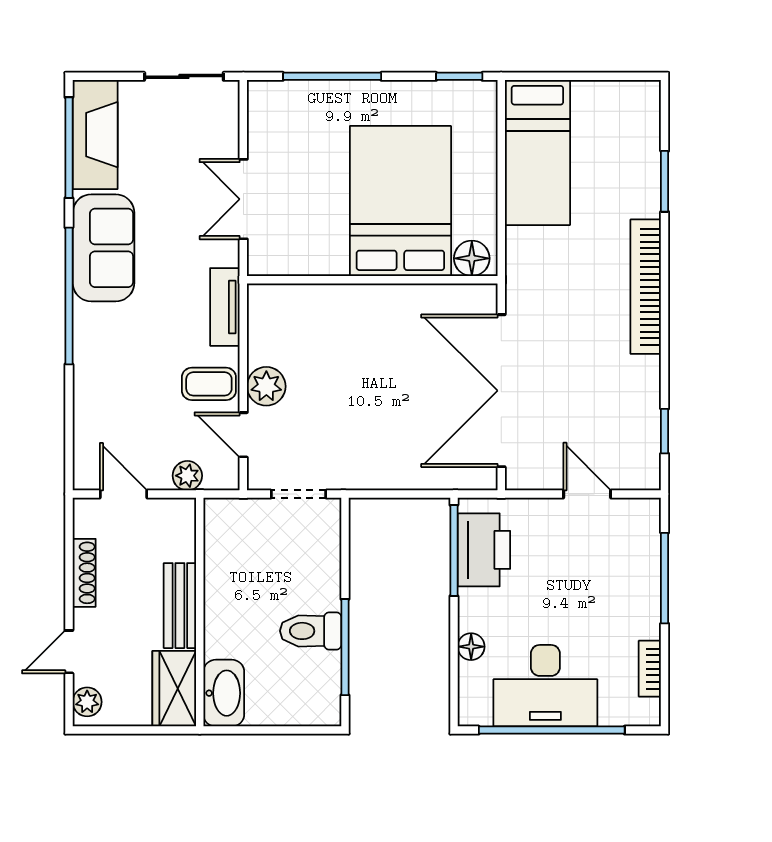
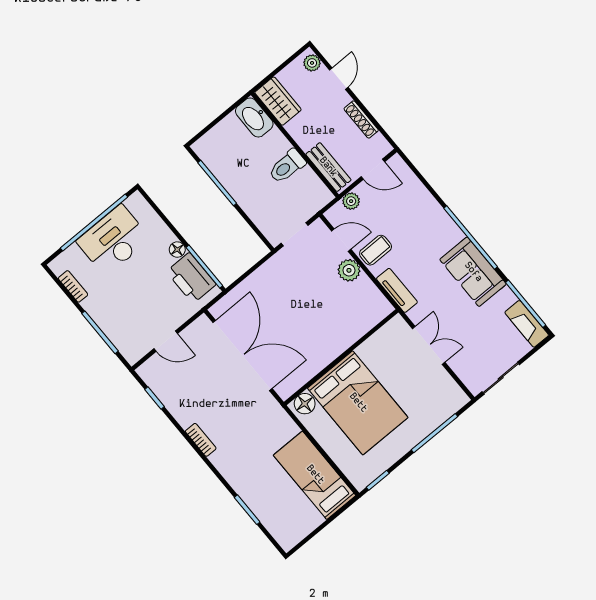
fireplace: (95, 135) -> (527, 324), width x0.73, depth x0.76
bookcase: (646, 287) -> (201, 440), width x0.43, depth x0.76
bench: (180, 606) -> (328, 167), moved
toilet: (311, 631) -> (287, 166), moved, turned 180
floor lamp: (471, 647) -> (177, 250), moved

